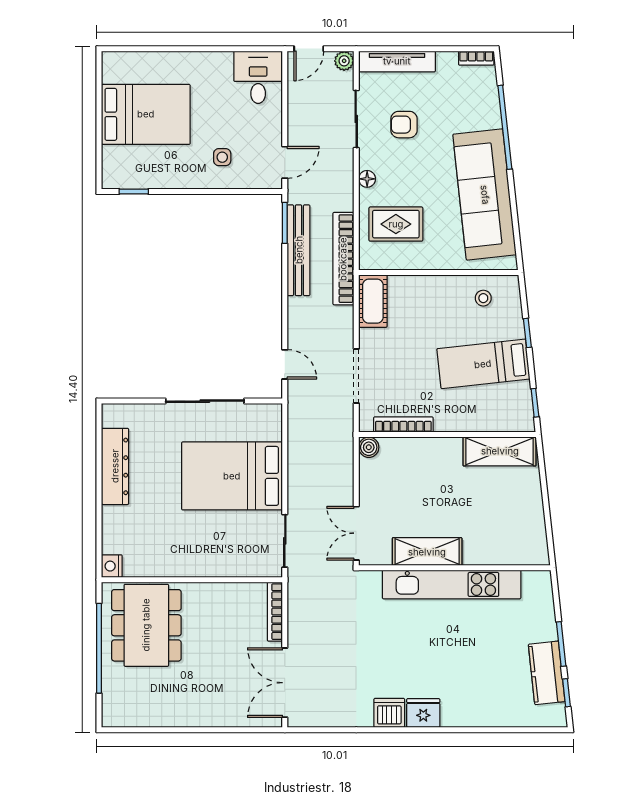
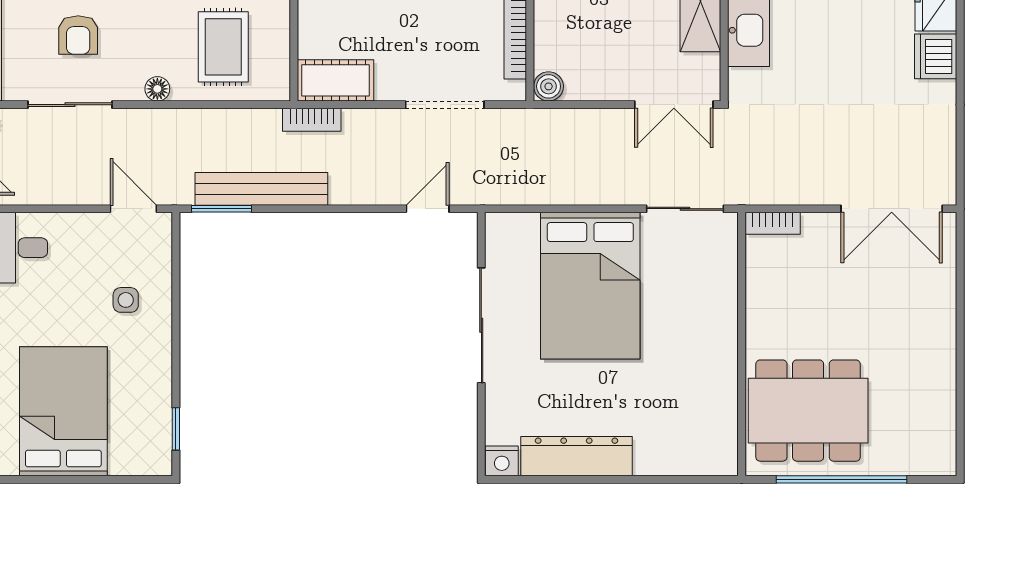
bookcase: (343, 259) -> (312, 120), width x0.43, depth x0.76
nightstand: (112, 566) -> (502, 461), moved
bookcase: (275, 612) -> (773, 223), width x0.64

